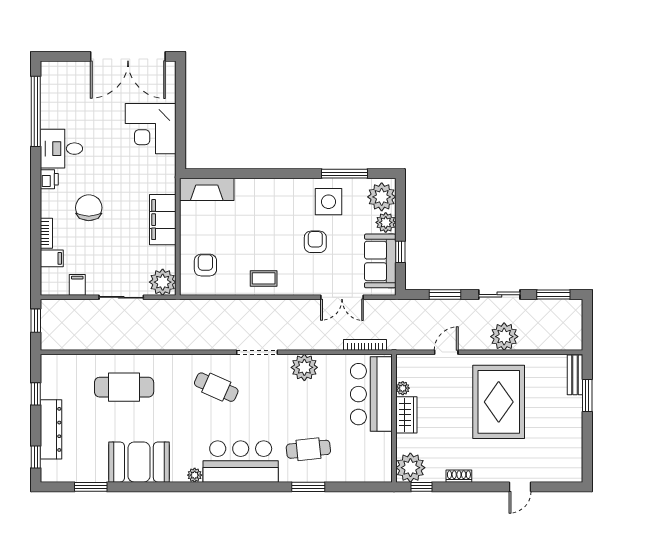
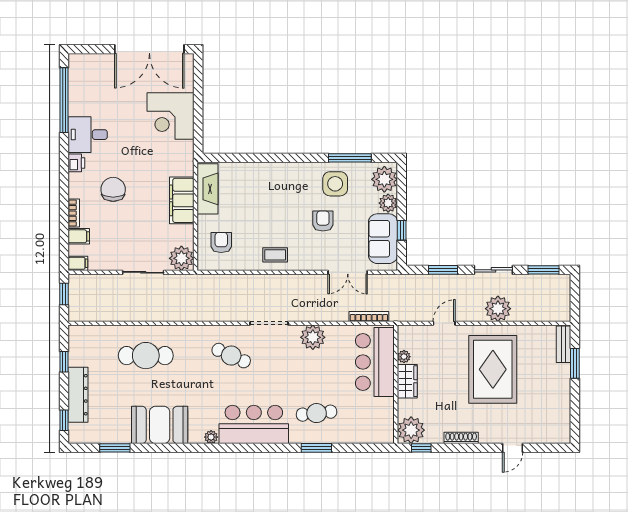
fireplace: (207, 189) -> (208, 189), moved, turned -90
filing cabinet: (77, 285) -> (78, 263), moved, turned 90
shoe rack: (459, 476) -> (461, 438), width x1.43

